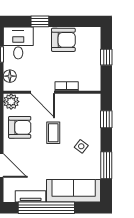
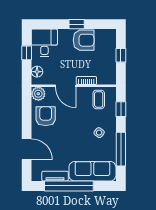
window: (40, 21) -> (77, 24), moved
armchair: (20, 127) -> (46, 116), turned -90
coffee table: (53, 133) -> (99, 99), moved
window: (106, 165) -> (121, 149), width x1.44

